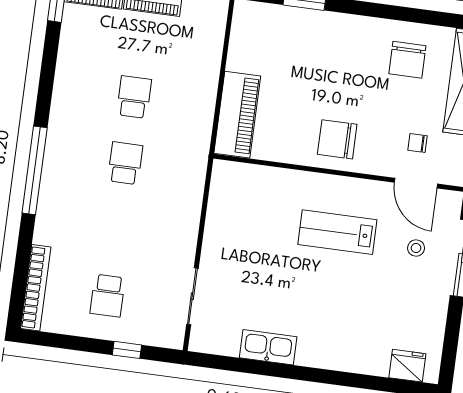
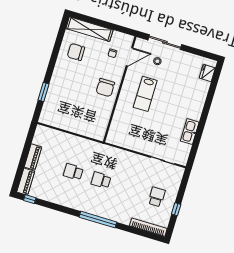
chair: (407, 60) -> (76, 52), turned 180
piano: (237, 115) -> (88, 129), removed
school desk: (108, 296) -> (157, 197), turned -90
window: (127, 350) -> (176, 209), moved

